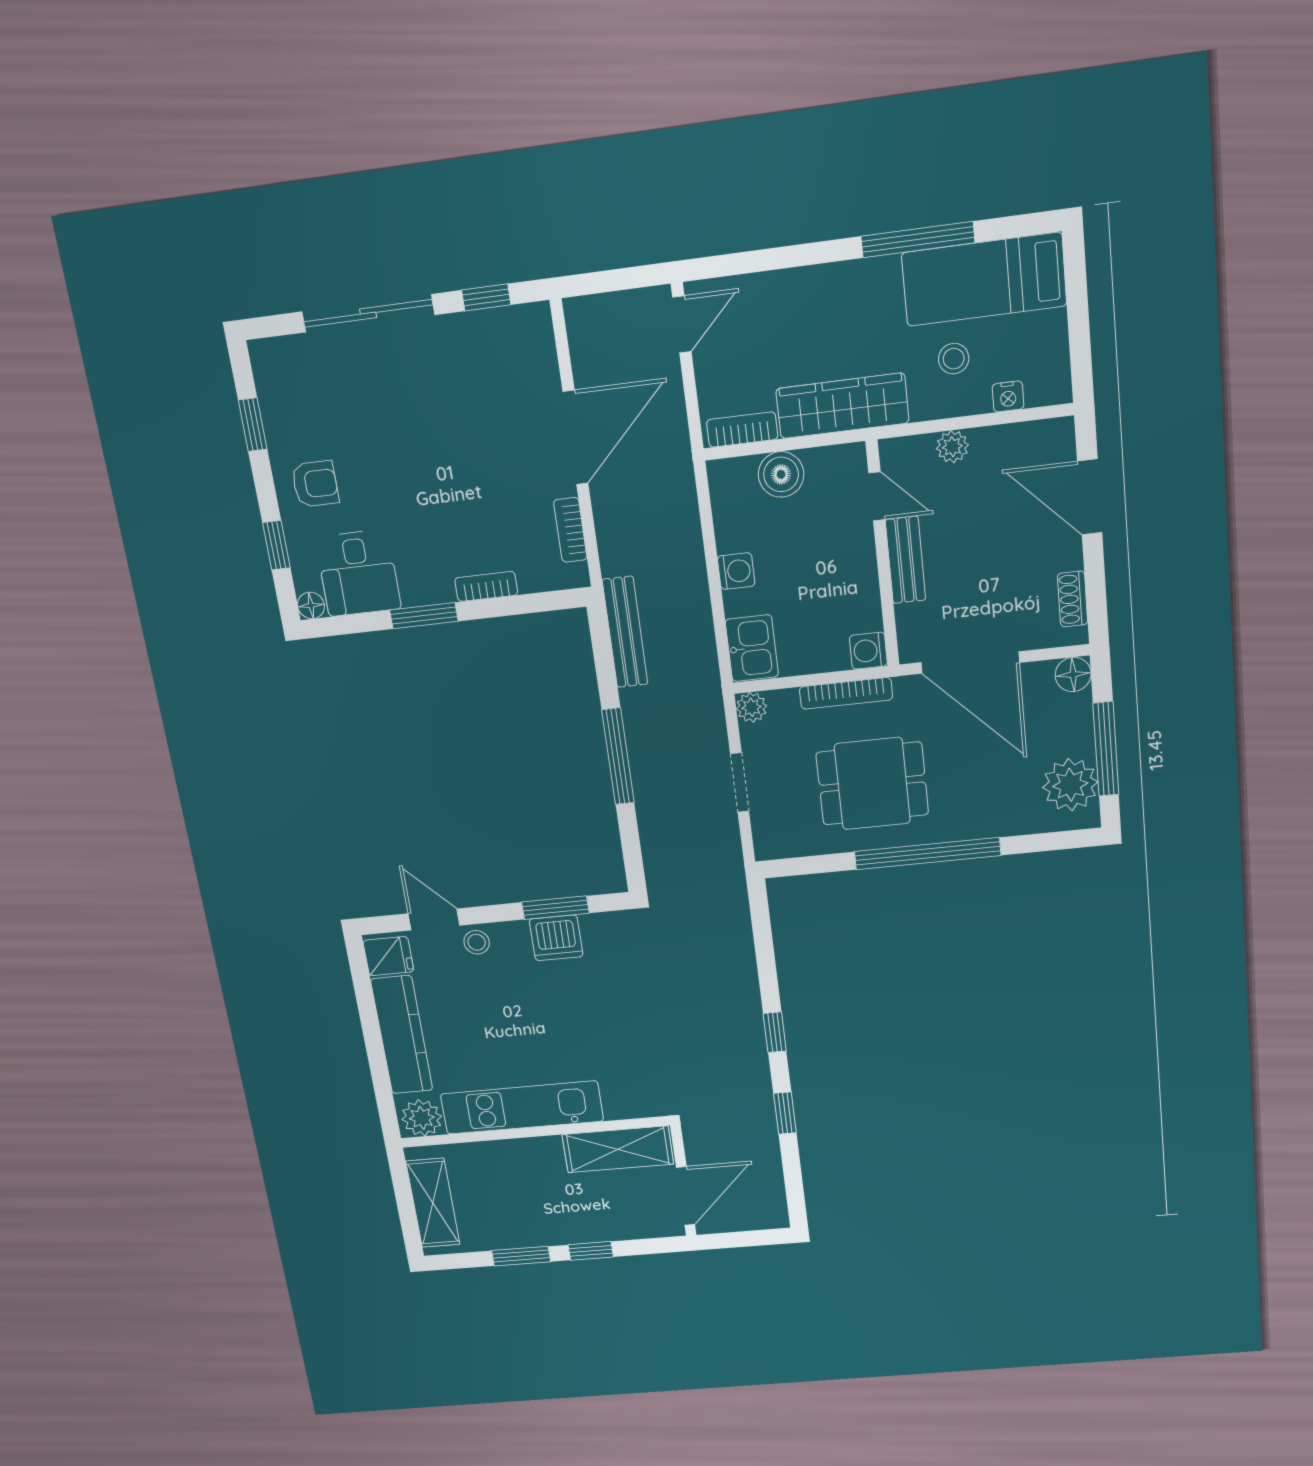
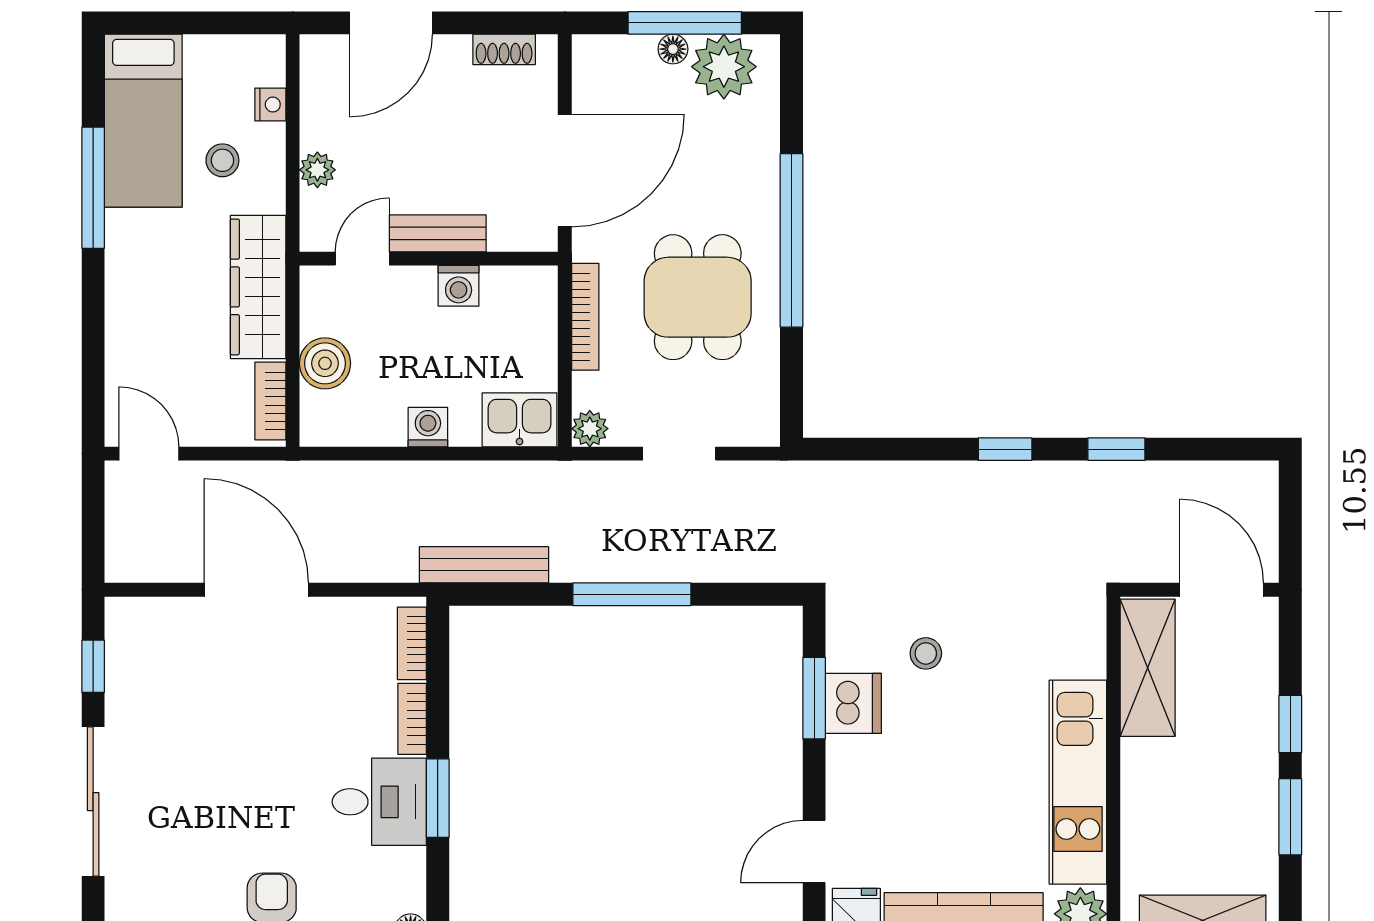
bookcase: (570, 530) -> (412, 643), moved, turned 90
desk: (358, 573) -> (379, 802), moved
washing machine: (868, 651) -> (459, 286), moved
floor lamp: (1073, 674) -> (673, 49), moved, width x0.73, depth x0.73
stool: (477, 942) -> (926, 653), moved

